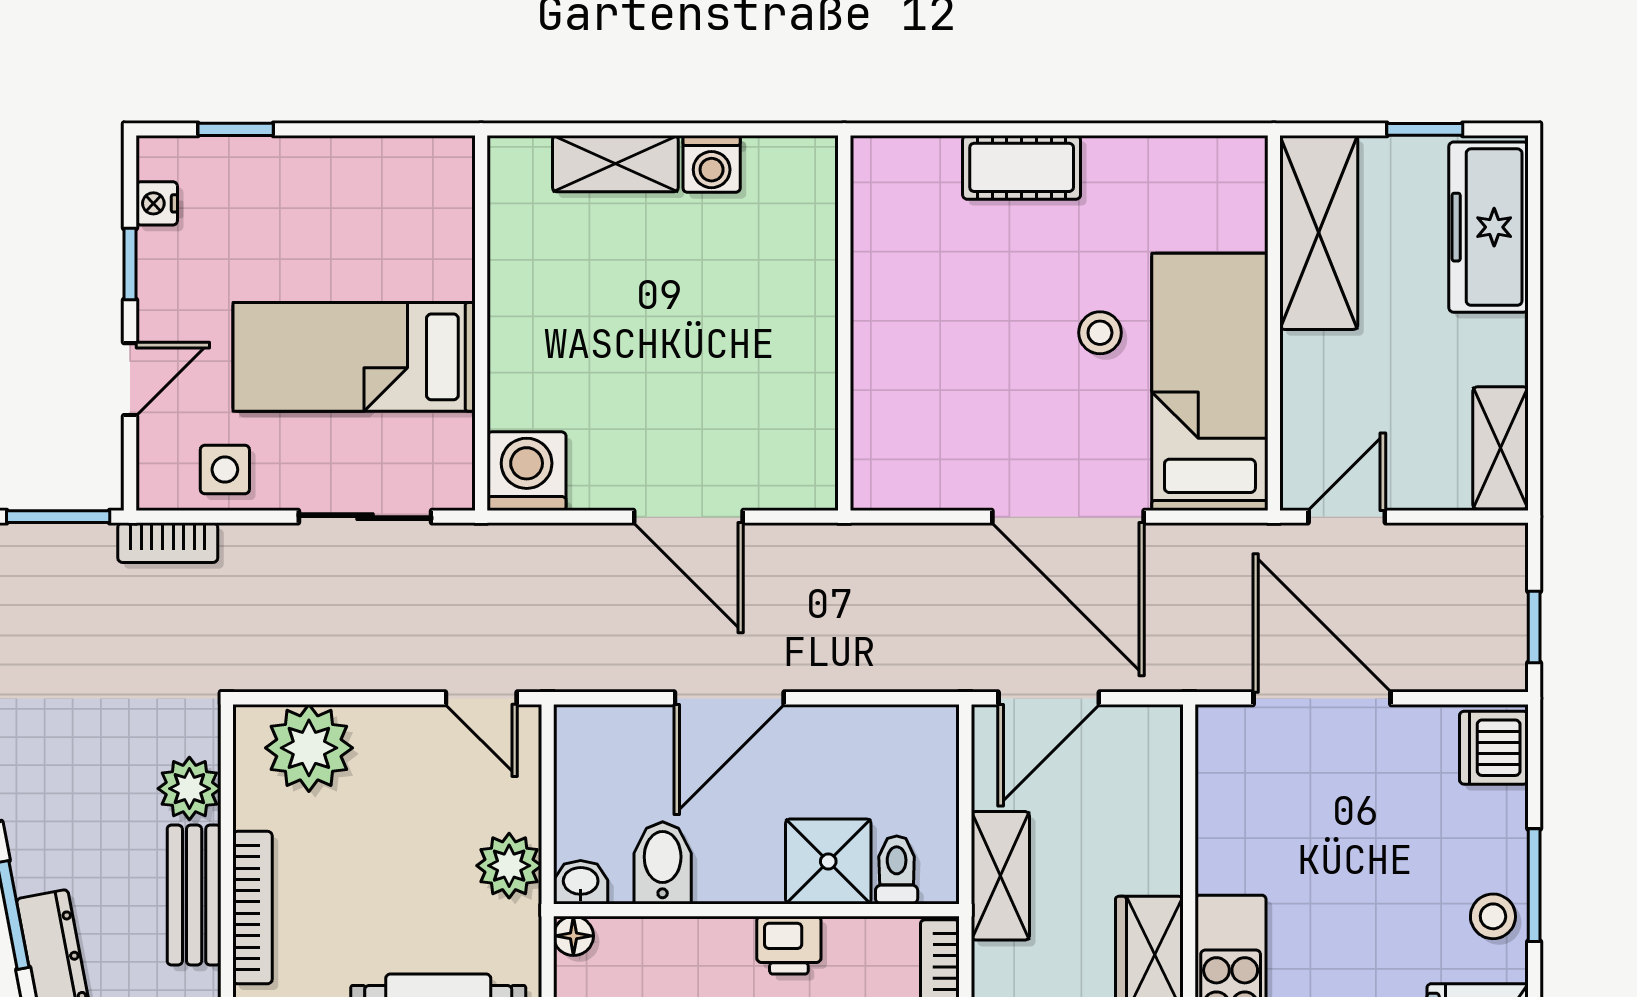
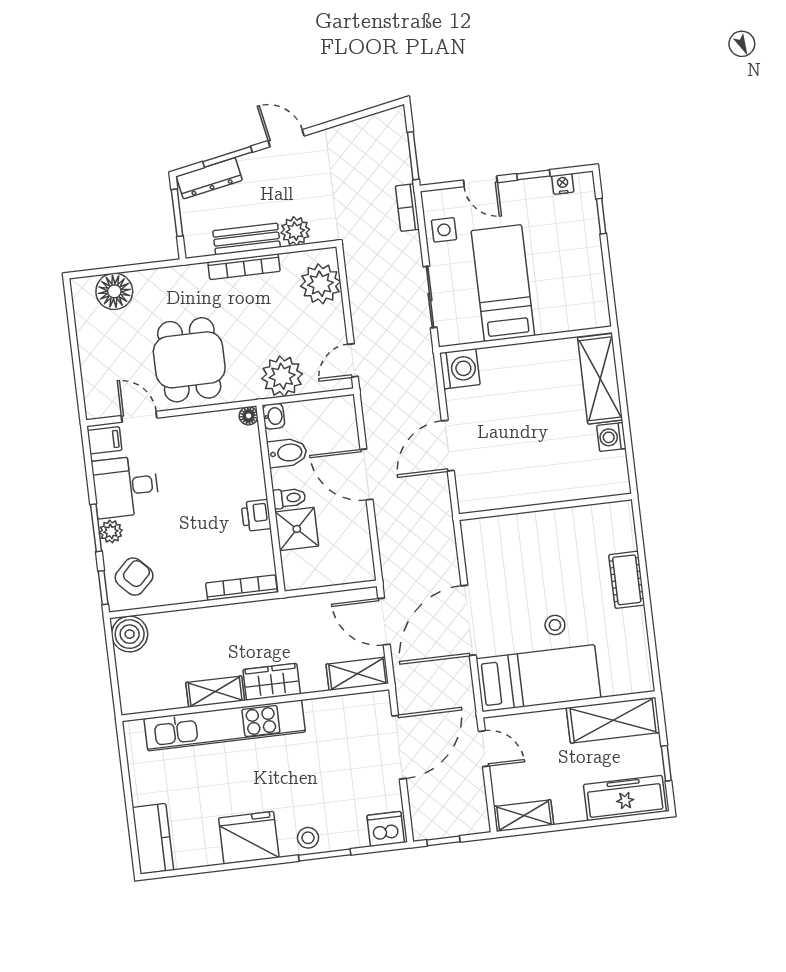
shelving: (615, 164) -> (600, 379), width x1.50, depth x1.33
plant: (509, 866) -> (282, 376), width x1.36, depth x1.36
toilet: (897, 870) -> (289, 498), moved
shelving: (1000, 876) -> (357, 674), moved

